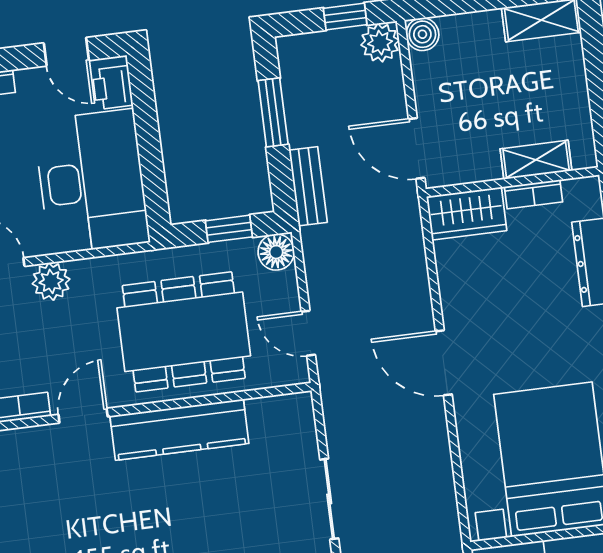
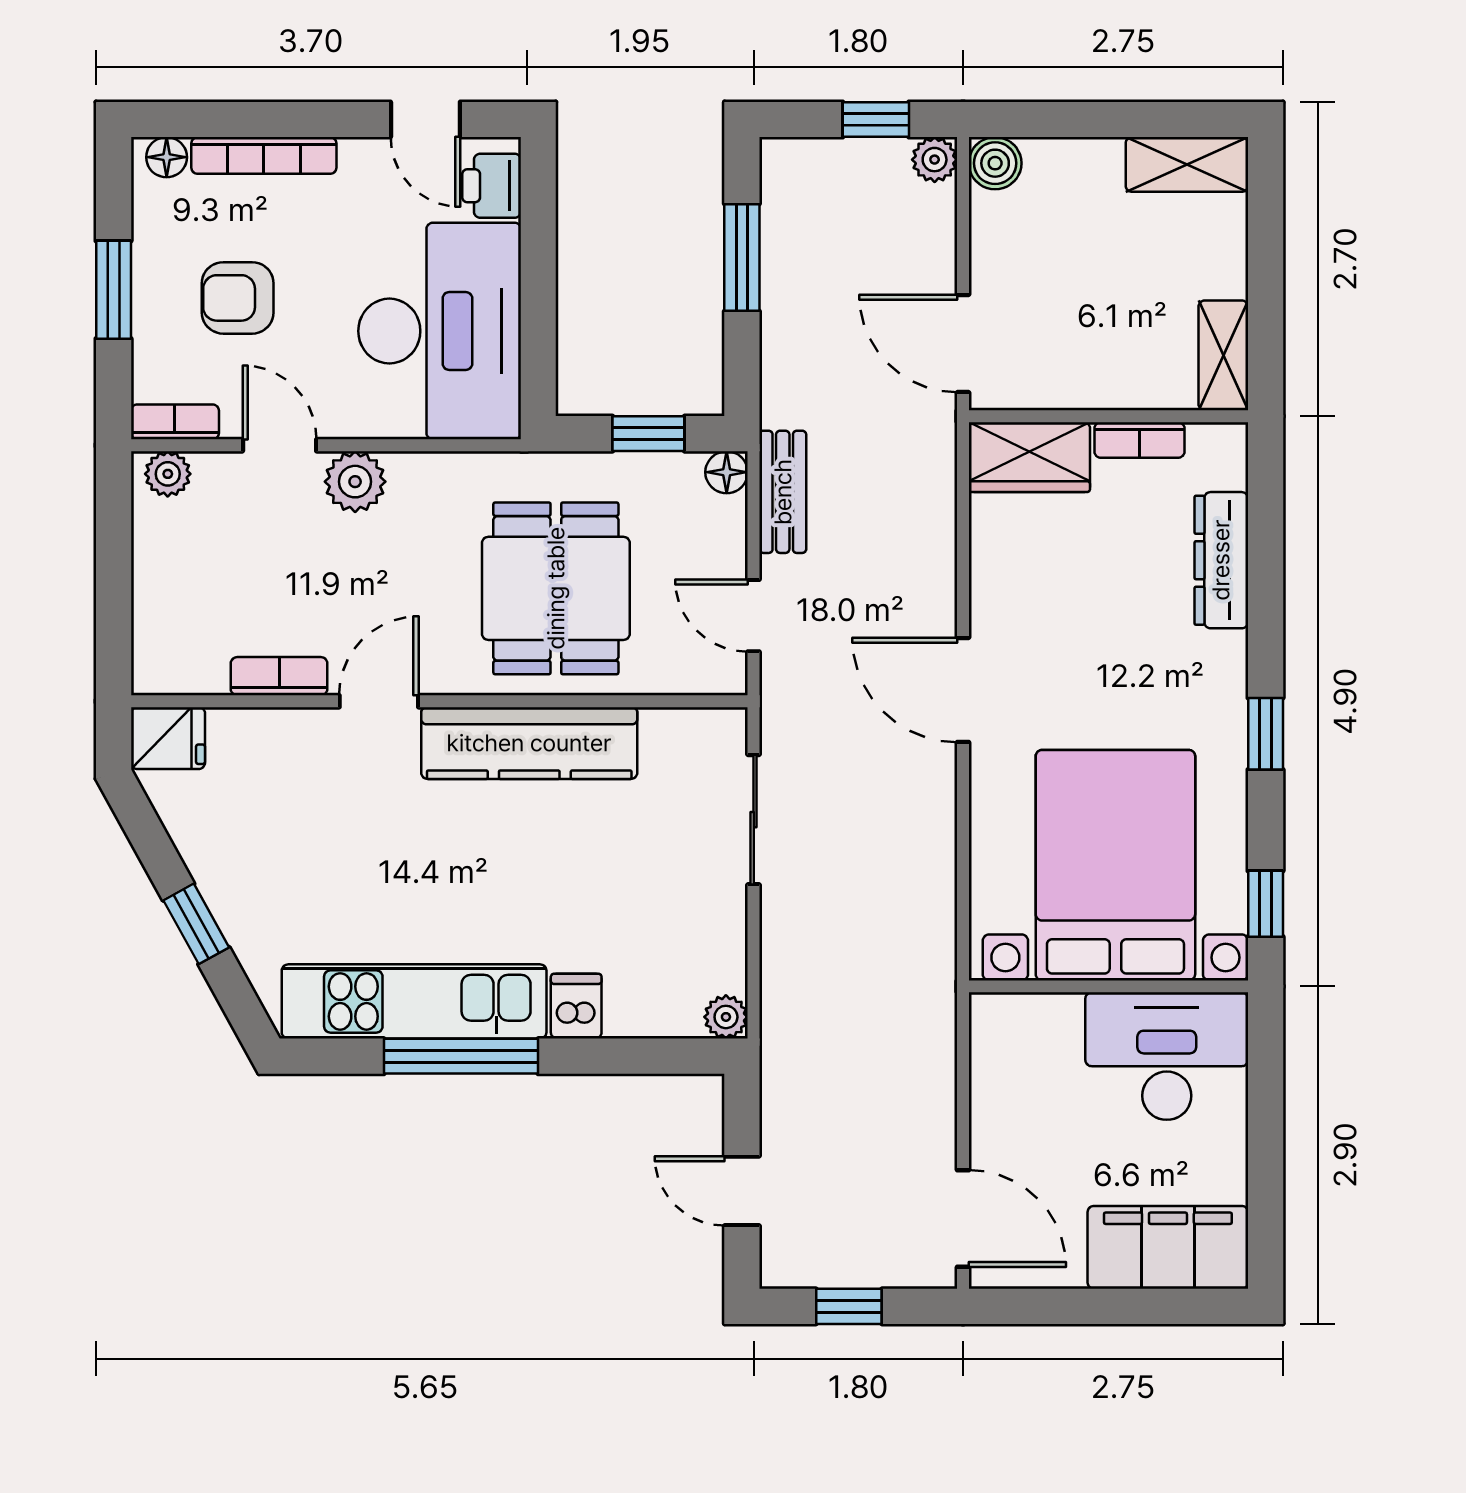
plant: (380, 43) -> (935, 160), width x0.73, depth x0.73
shelving: (536, 160) -> (1223, 355), moved, turned 90
bench: (308, 186) -> (783, 492), moved
floor lamp: (276, 252) -> (727, 472), width x0.73, depth x0.73
dining table: (184, 332) -> (556, 588), width x0.73
sliding door: (329, 499) -> (754, 820), moved

